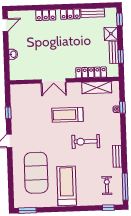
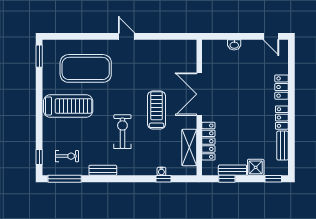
double door: (54, 81) -> (199, 94), width x1.37
window: (8, 113) -> (161, 36), removed

